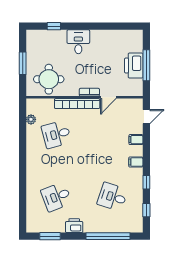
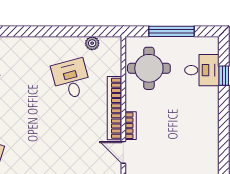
desk: (78, 42) -> (202, 70), moved
window: (23, 63) -> (172, 31), width x1.44

